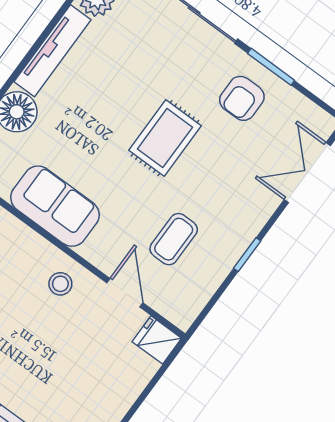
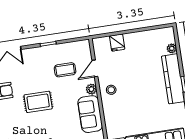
plant: (95, 251) -> (91, 89), added
fridge: (157, 340) -> (117, 43), moved

